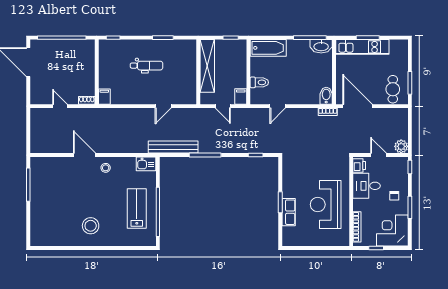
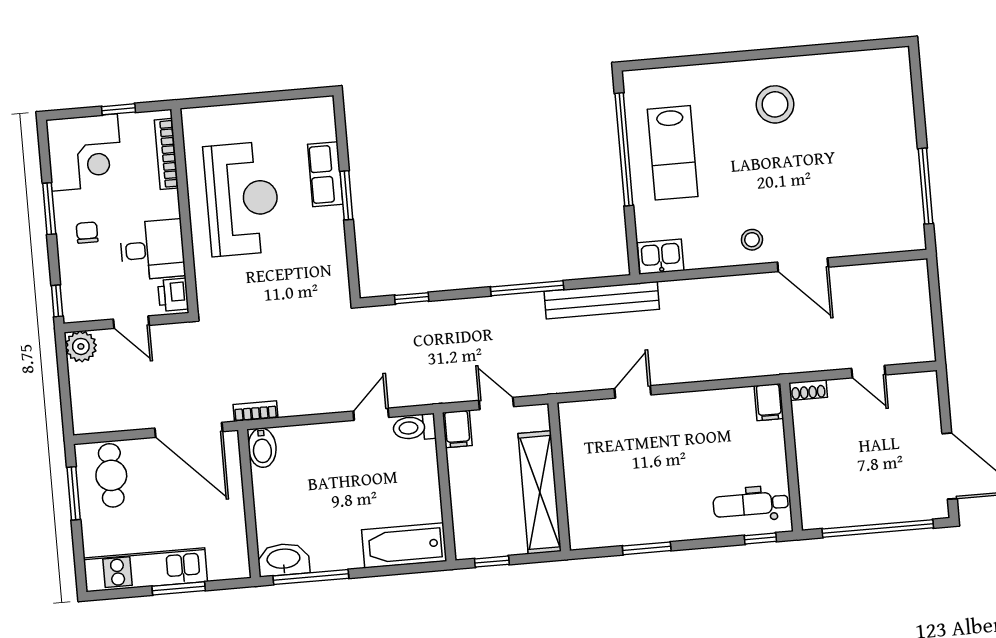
kitchen unit: (362, 47) -> (145, 570), moved
dental chair: (147, 66) -> (751, 504), moved
toilet: (259, 82) -> (414, 427), moved

